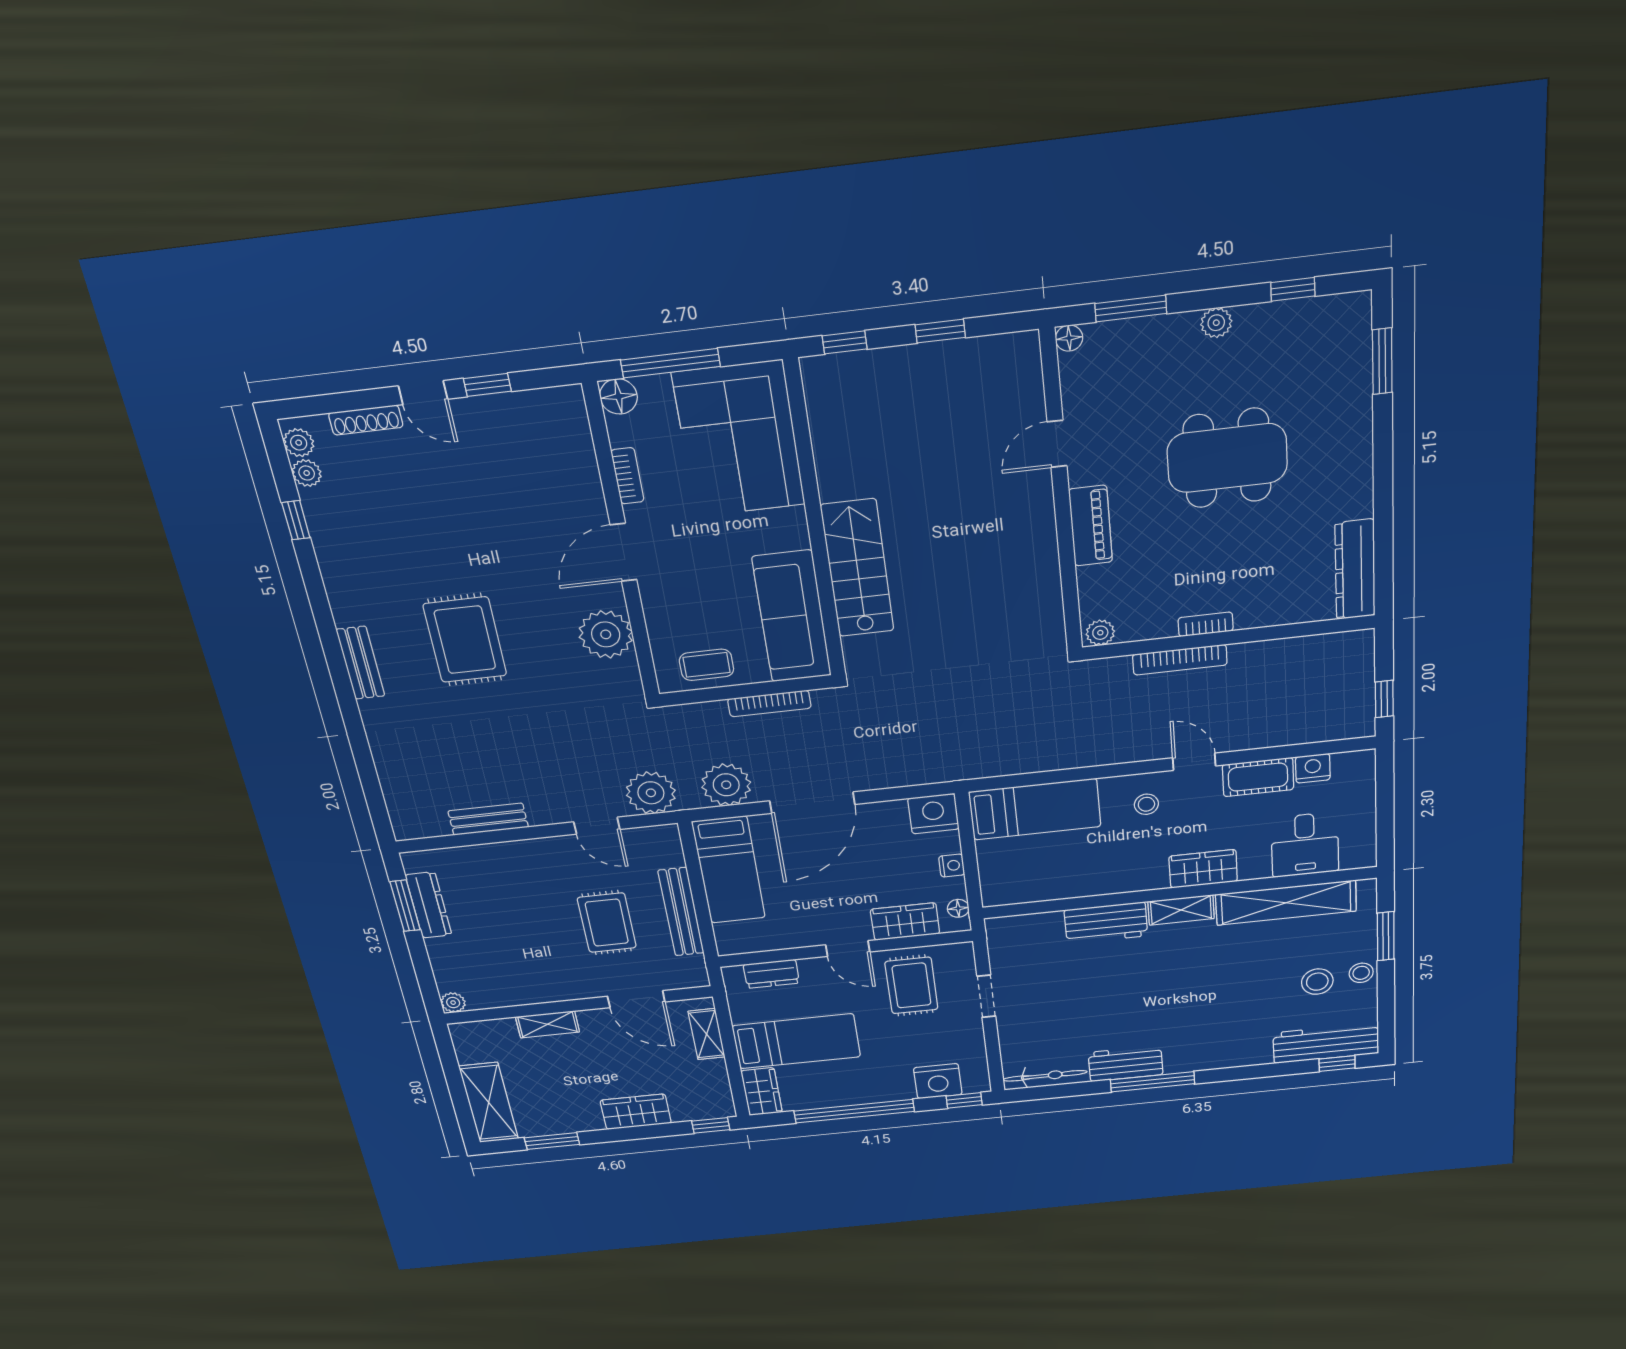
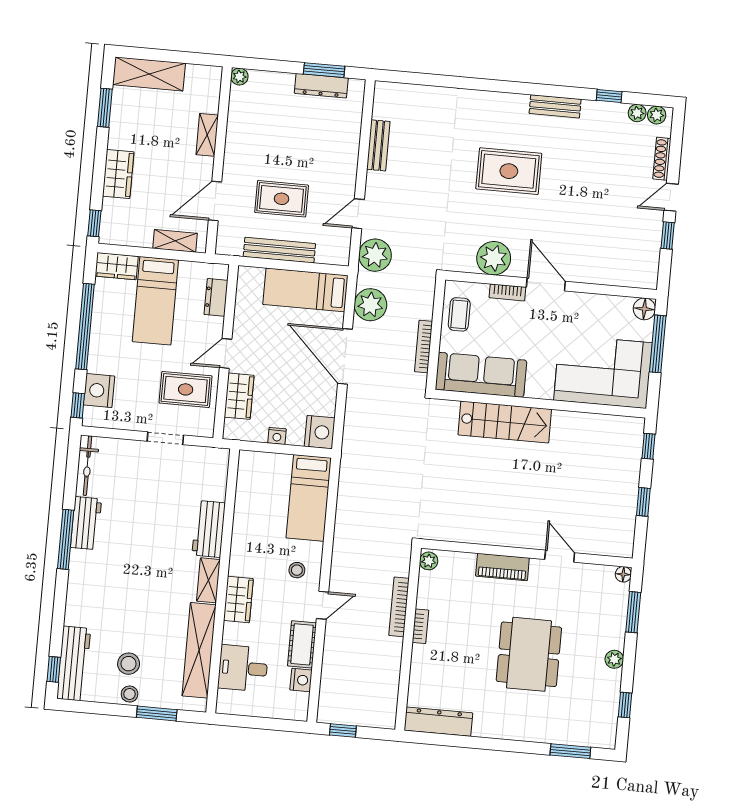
bookcase: (627, 476) -> (507, 292), moved
bench: (361, 663) -> (555, 106), moved
floor lamp: (958, 908) -> (242, 433), removed

